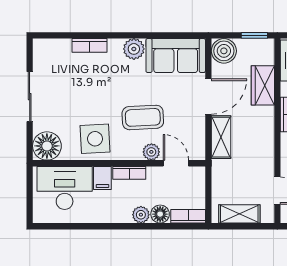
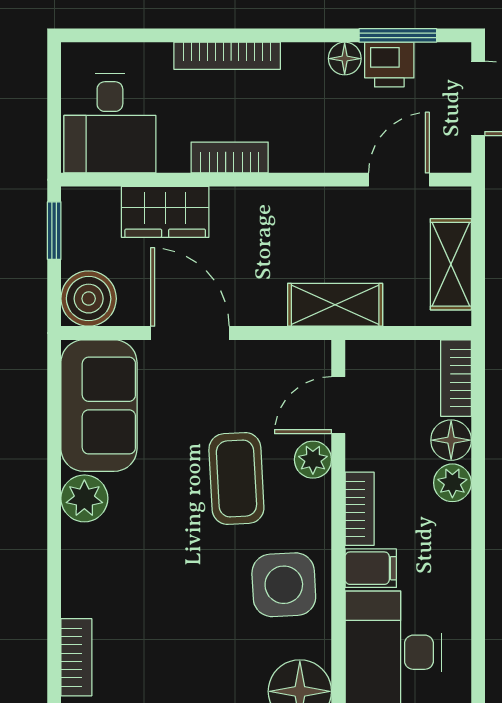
bookcase: (90, 45) -> (76, 657), moved
shelving: (221, 137) -> (335, 305), moved

